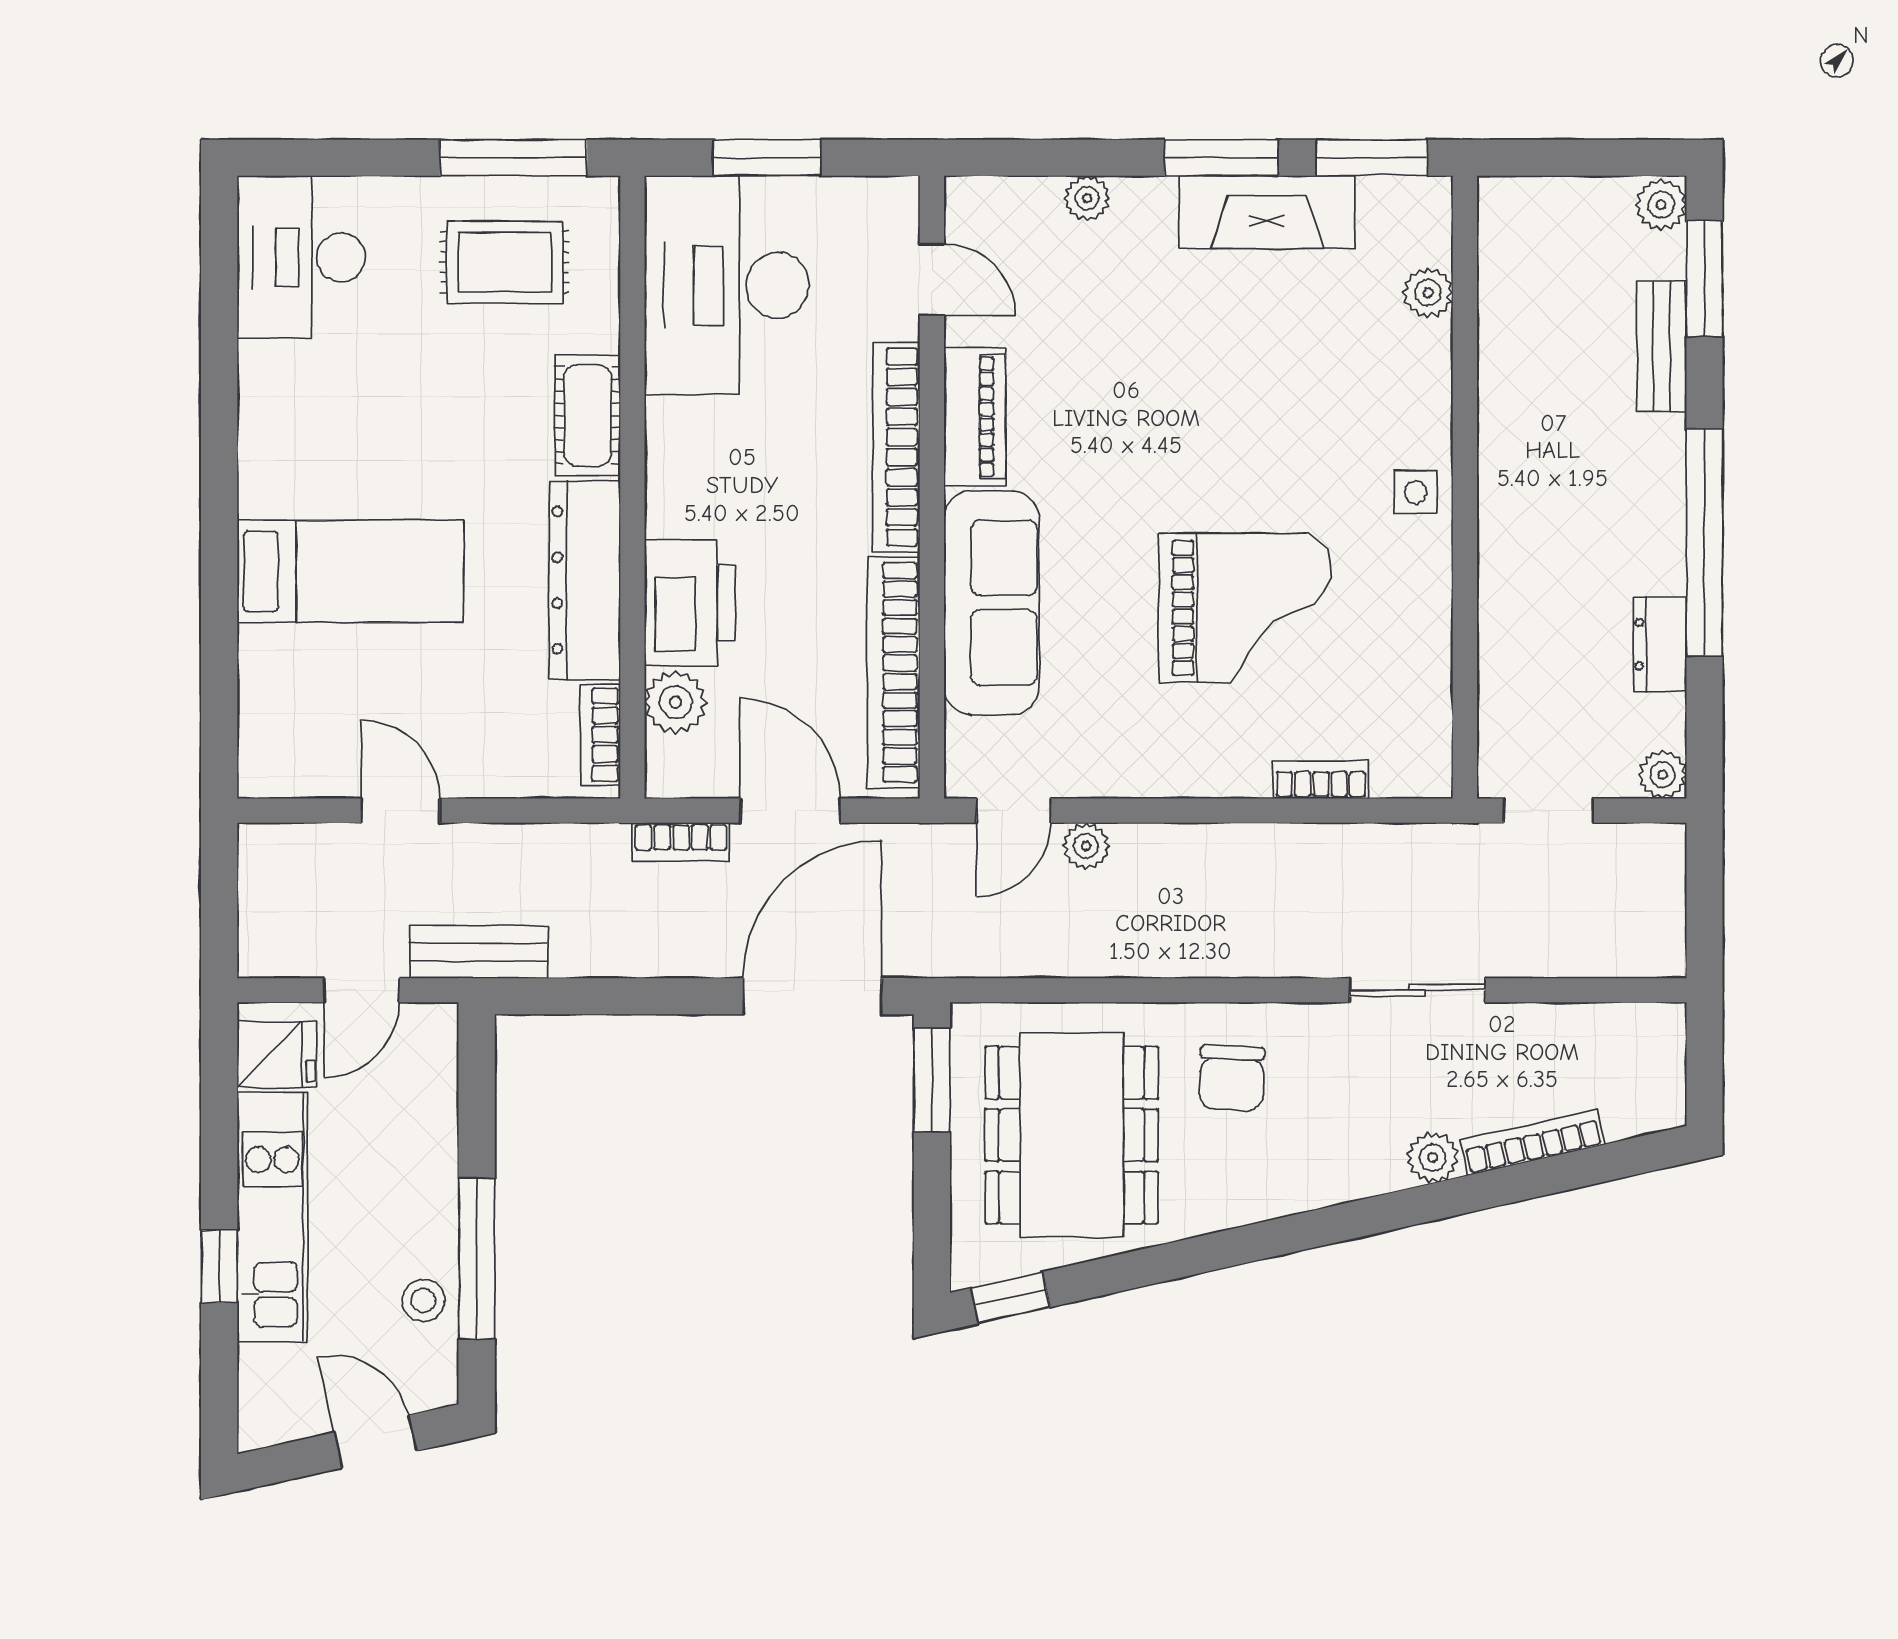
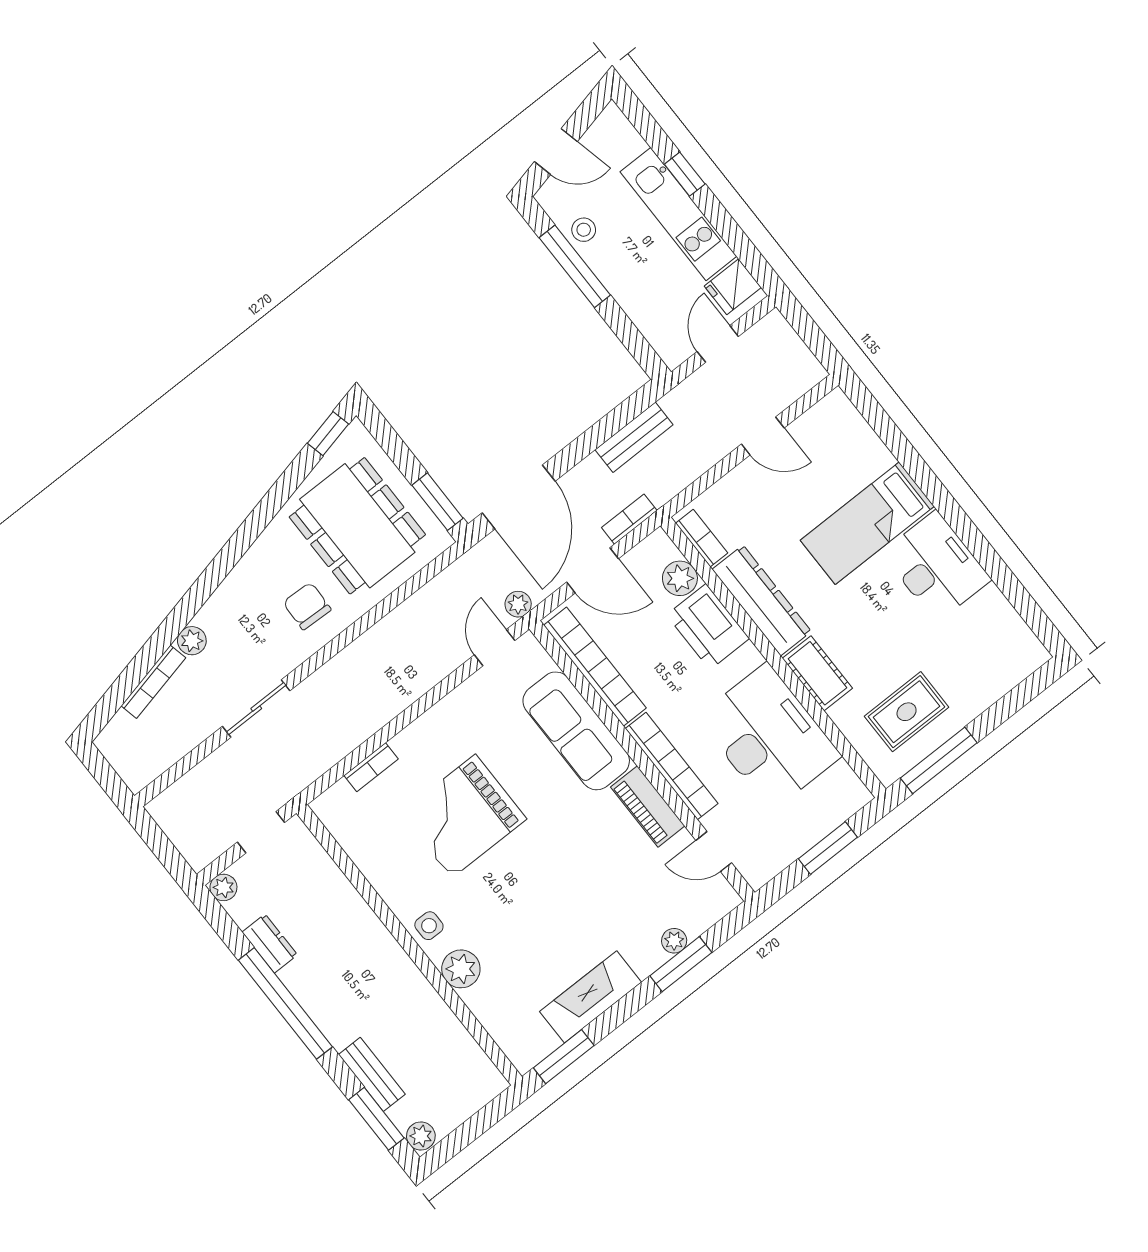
window: (1221, 158) -> (681, 964), moved
desk: (301, 257) -> (936, 566), moved
desk: (726, 285) -> (769, 737), moved
plant: (1428, 293) -> (461, 969), moved, width x1.38, depth x1.38
plant: (1086, 846) -> (518, 604), moved
bench: (479, 952) -> (634, 437), moved

